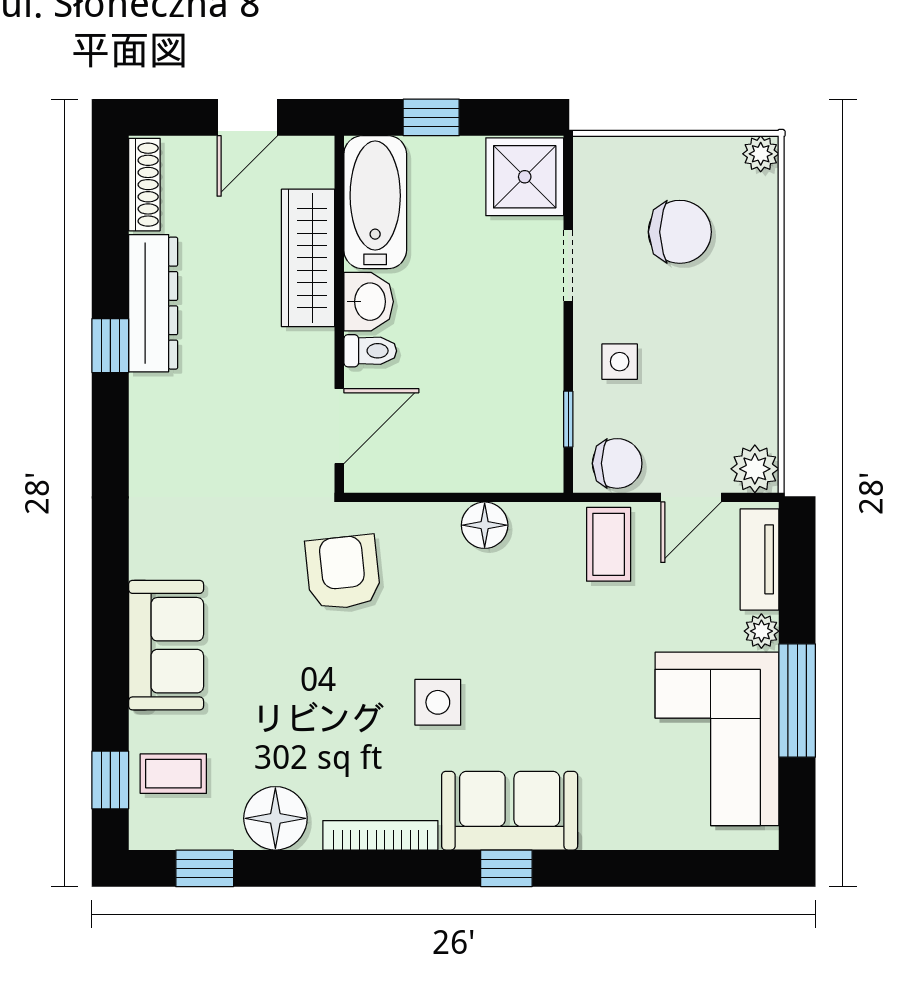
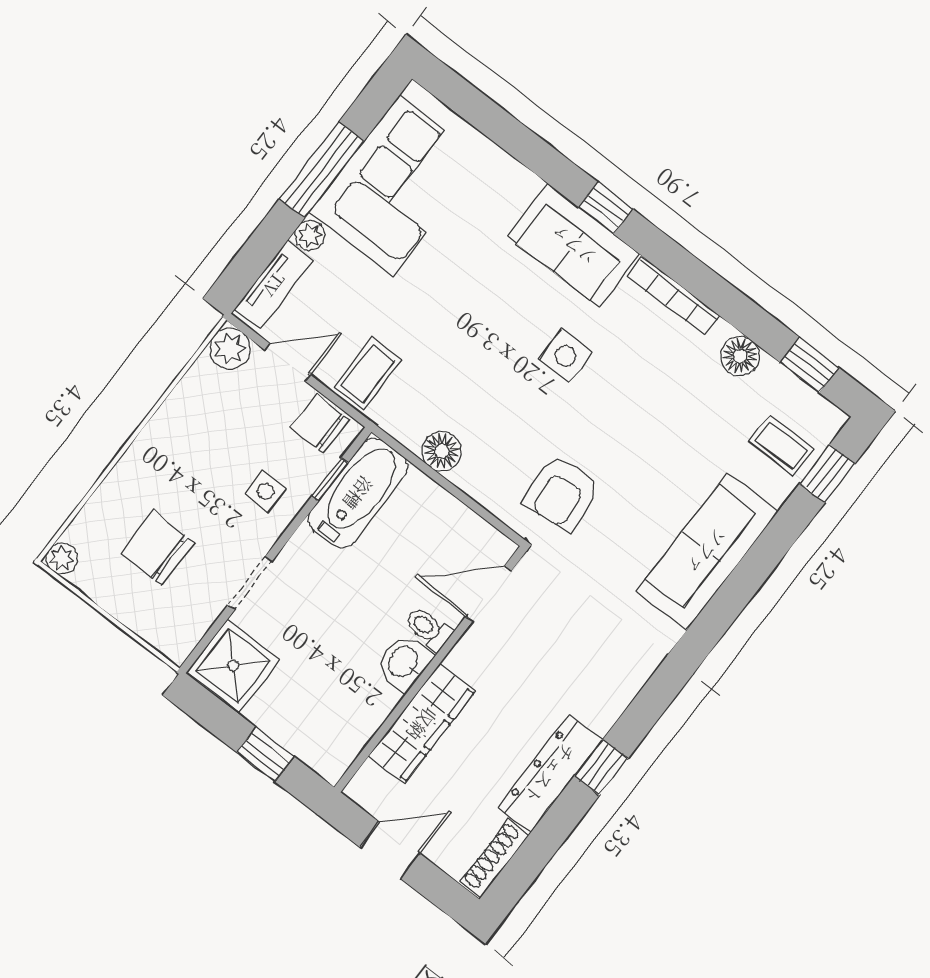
bathtub: (375, 202) -> (358, 493), moved, turned 180
sofa: (166, 645) -> (707, 552), width x1.36
floor lamp: (275, 818) -> (740, 356), width x0.73, depth x0.73

